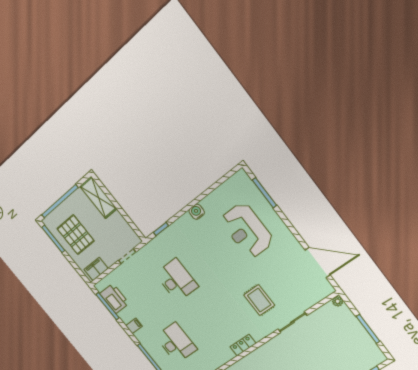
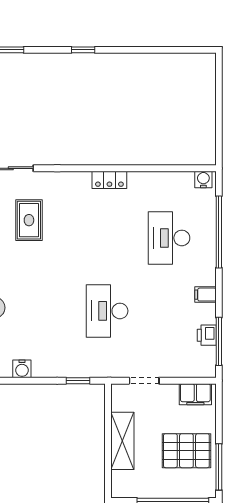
shelving: (98, 198) -> (122, 441), moved
pallet: (76, 235) -> (186, 451), turned 90
printer: (114, 298) -> (207, 335), width x0.53, depth x0.68
locker: (243, 345) -> (109, 180), moved

